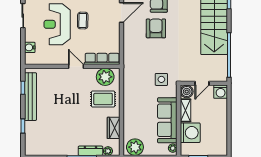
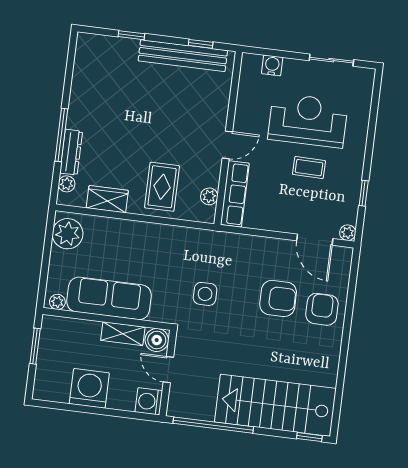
plant: (105, 77) -> (209, 196), width x0.53, depth x0.53
side table: (161, 79) -> (205, 294), moved
washing machine: (190, 133) -> (89, 388), moved, turned 180

